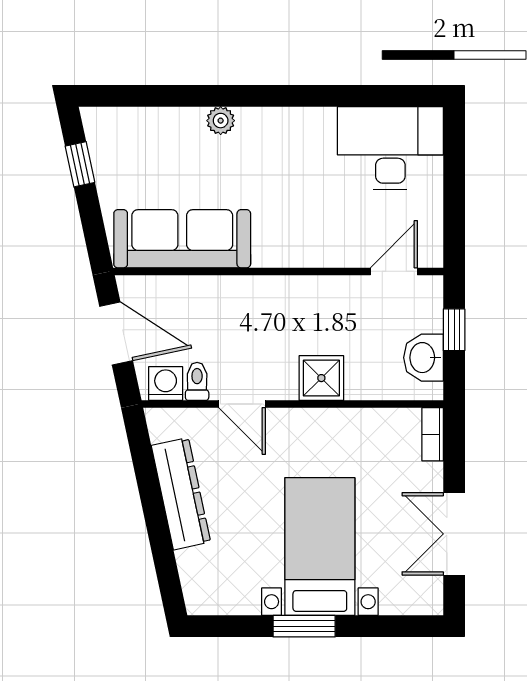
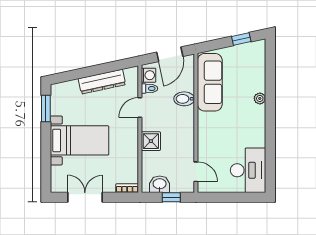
bidet: (221, 299) -> (184, 99), added
window: (304, 626) -> (46, 109), moved

